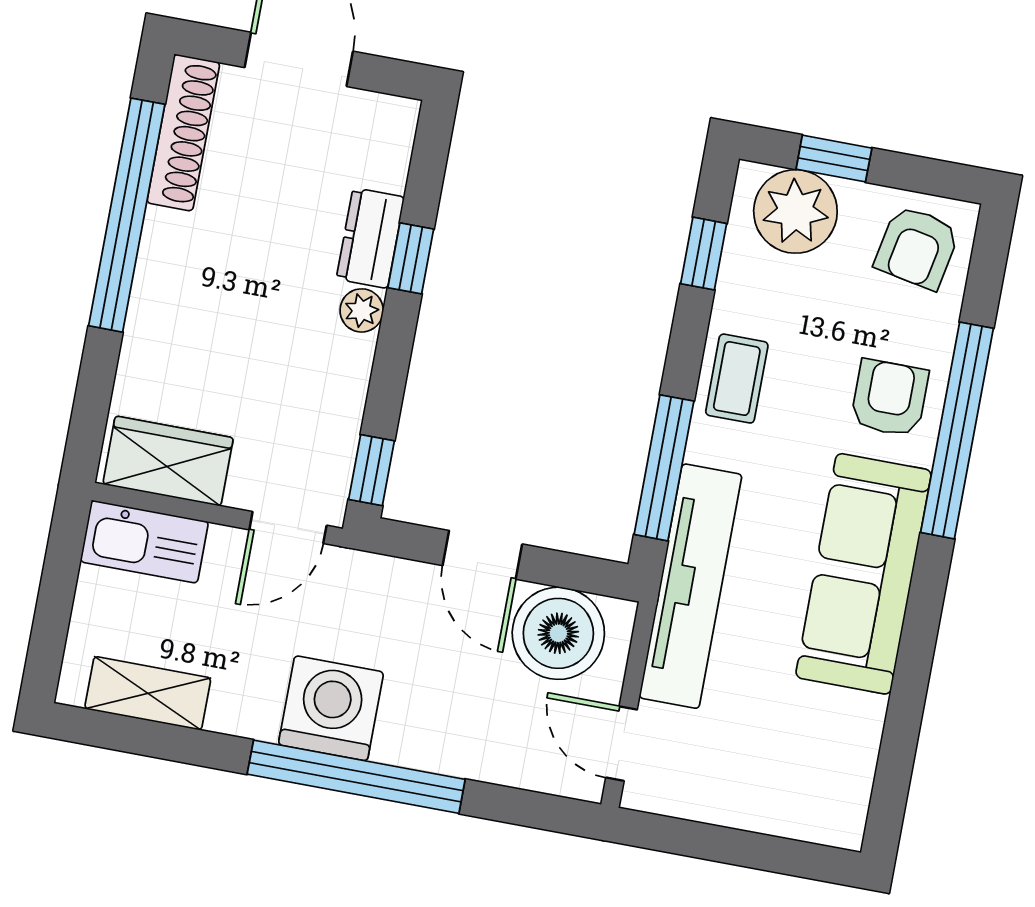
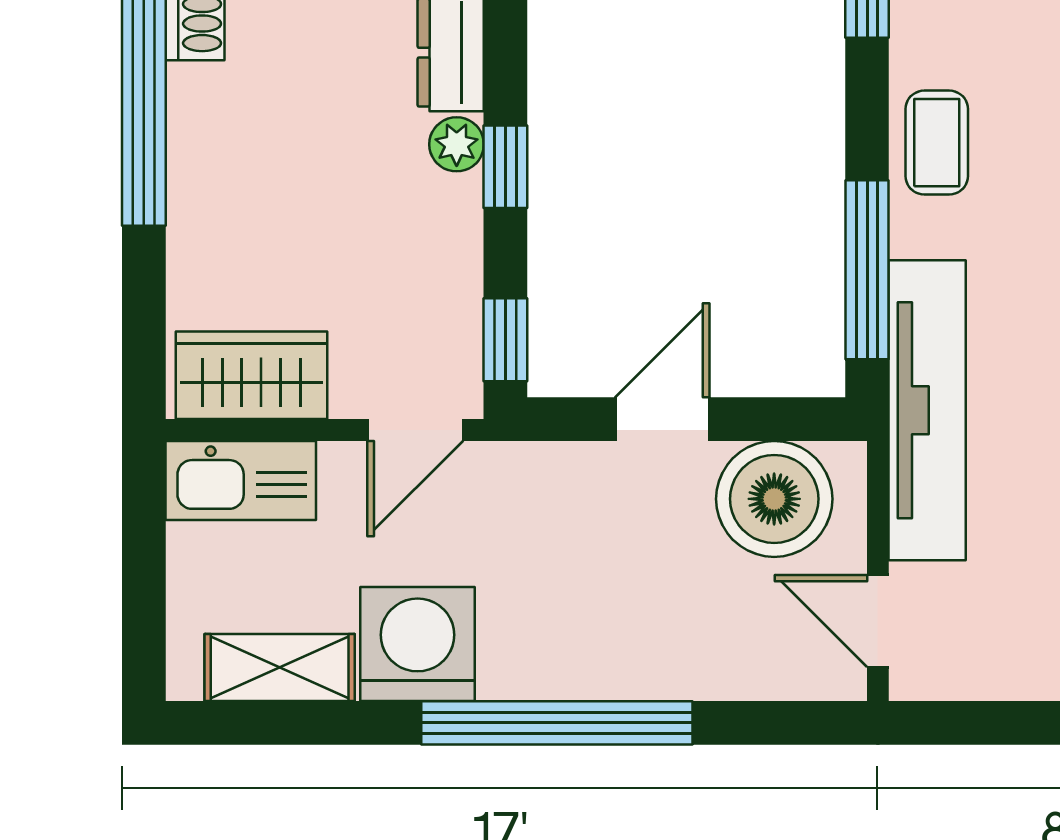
window: (411, 258) -> (505, 167), moved
door: (482, 555) -> (662, 419), swing flipped
washing machine: (331, 708) -> (418, 644), moved

